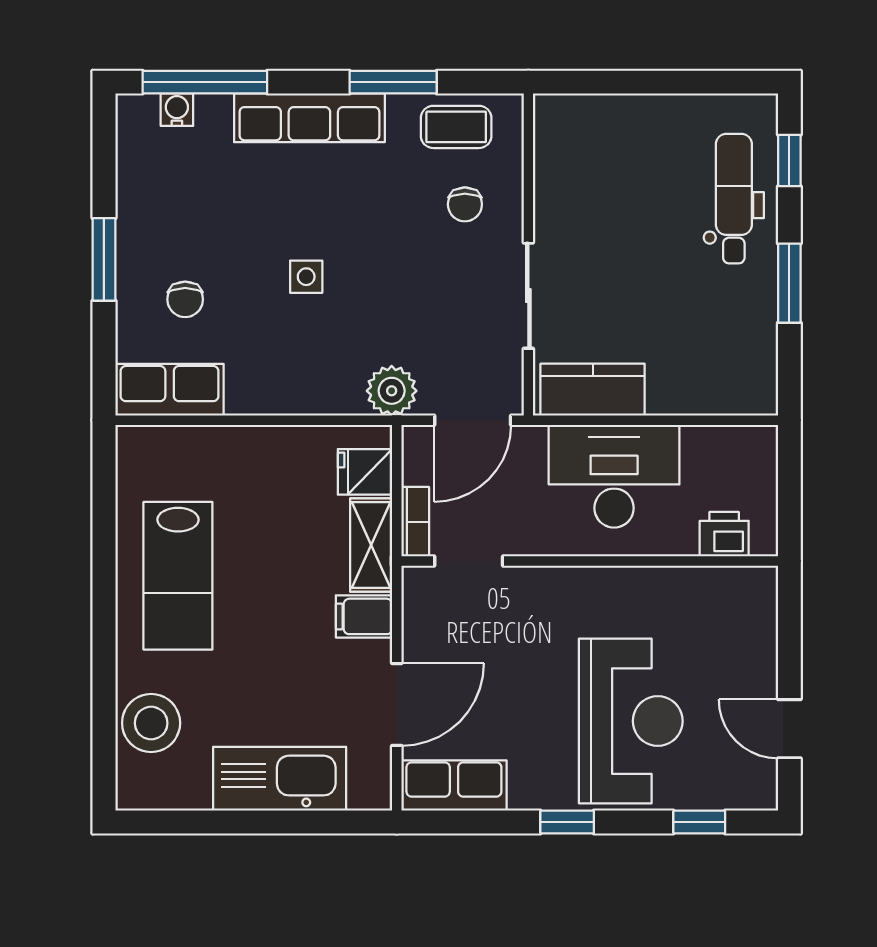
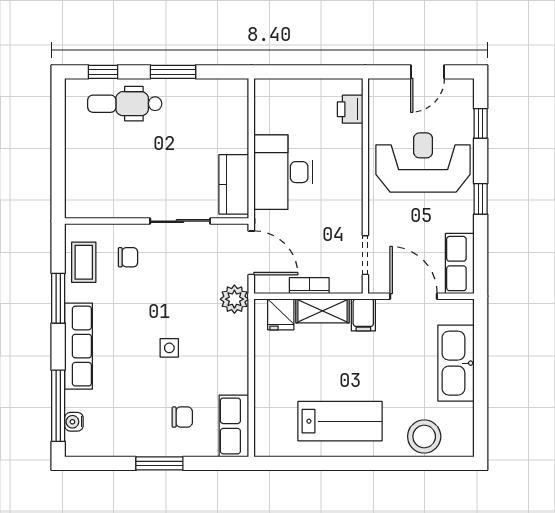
printer: (724, 534) -> (350, 109), moved
doorway: (469, 561) -> (365, 255), moved
wall: (590, 561) -> (365, 186), moved

